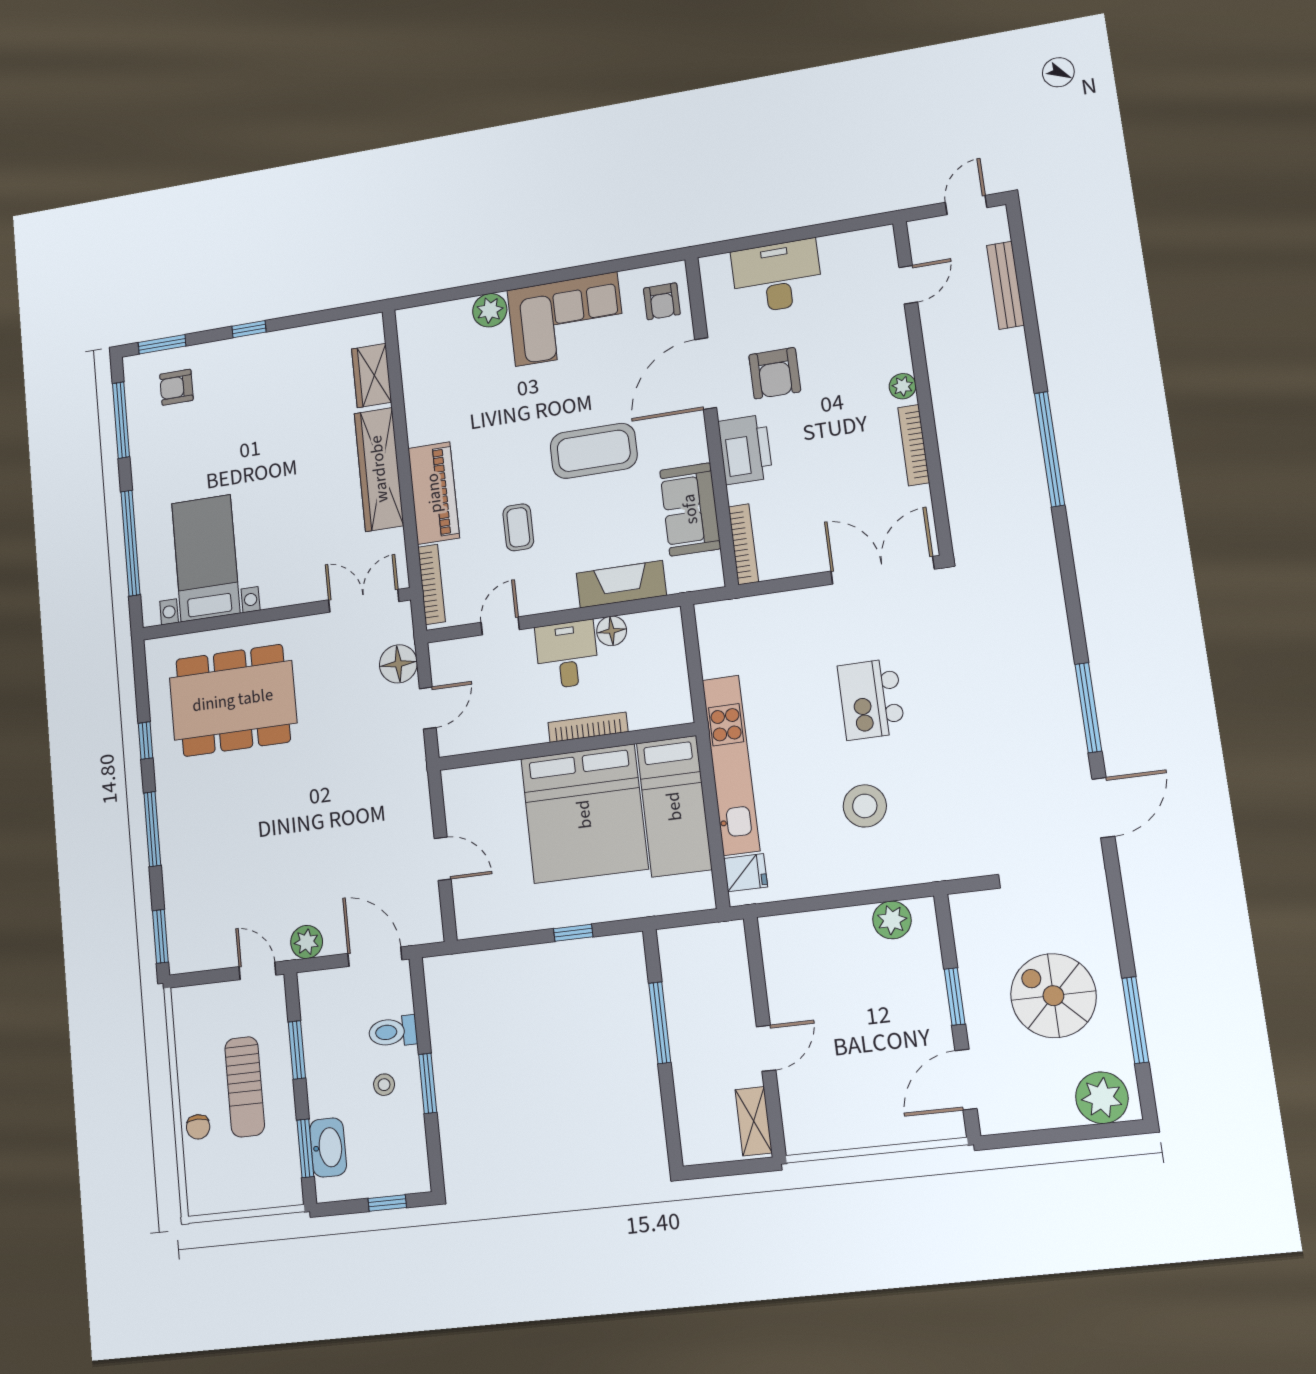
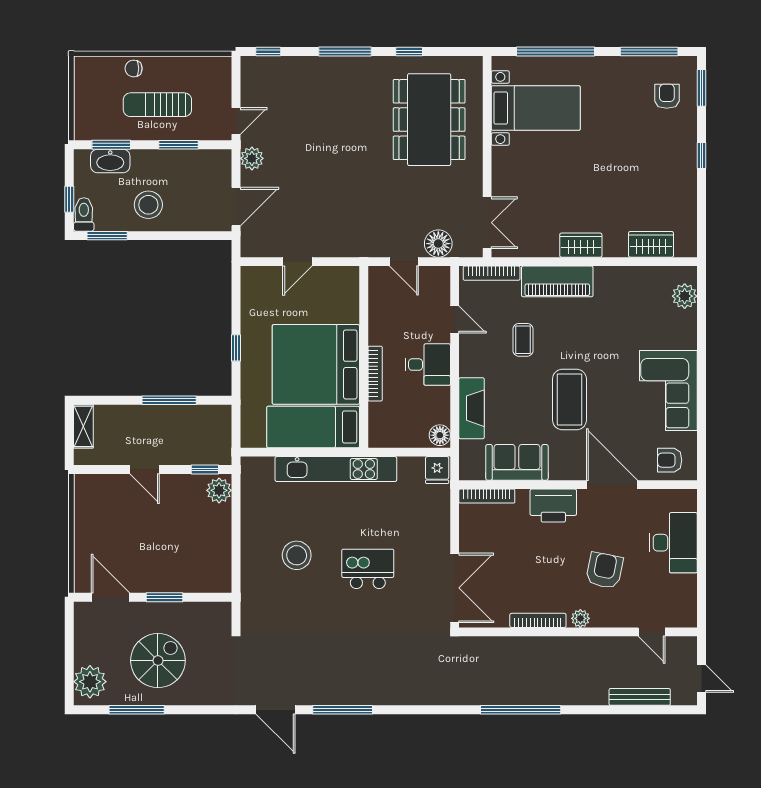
plant: (490, 310) -> (685, 296), moved
armchair: (775, 373) -> (604, 570), moved, turned 101
wardrobe: (379, 469) -> (581, 245), width x0.48, depth x0.85
coffee table: (518, 527) -> (523, 340), turned 90
floor lamp: (612, 631) -> (440, 435), moved
fridge: (746, 873) -> (437, 470), moved
plant: (892, 920) -> (219, 490), moved
window: (160, 936) -> (268, 52), width x0.67
window: (755, 958) -> (205, 469), added
toilet: (393, 1032) -> (84, 214), moved
window: (428, 1083) -> (107, 236), moved
stool: (384, 1085) -> (148, 205), width x1.89, depth x1.89
shelving: (754, 1121) -> (83, 426), moved, turned 90

